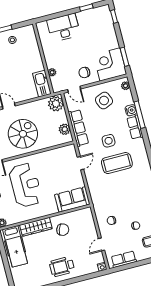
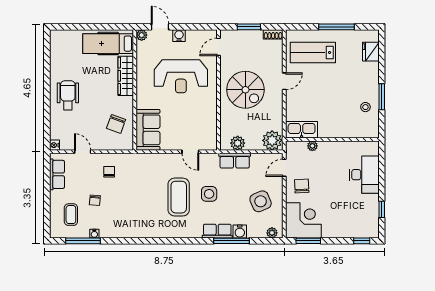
row of seats: (78, 128) -> (235, 161), width x0.68
chair: (63, 230) -> (116, 124), moved

